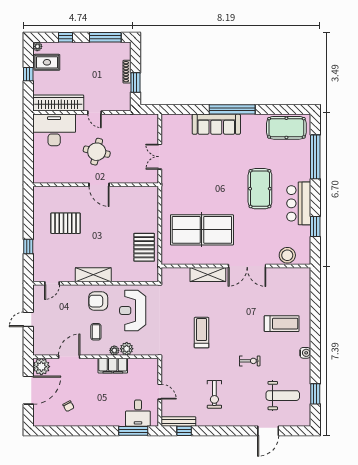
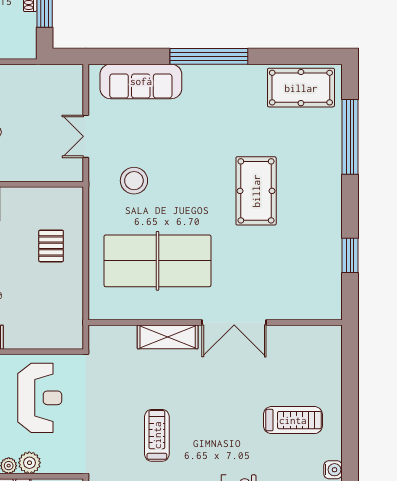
sofa: (216, 124) -> (141, 81), moved
bar counter: (299, 203) -> (322, 216), removed
pallet: (144, 247) -> (51, 246), moved, width x0.67, depth x0.71
stool: (287, 255) -> (134, 181), moved
reception desk: (133, 311) -> (40, 398), turned 180

